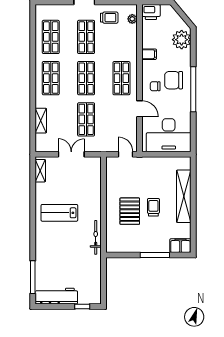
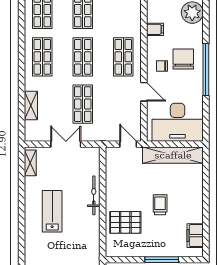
chair: (174, 80) -> (183, 59), turned 90
shelving: (184, 196) -> (173, 155), moved, turned 90
pallet: (130, 211) -> (125, 222), moved, turned 90
lab bench: (59, 213) -> (52, 211), turned 90
bicycle: (96, 237) -> (94, 195), moved
filing cabinet: (180, 246) -> (195, 236), moved, turned -90

